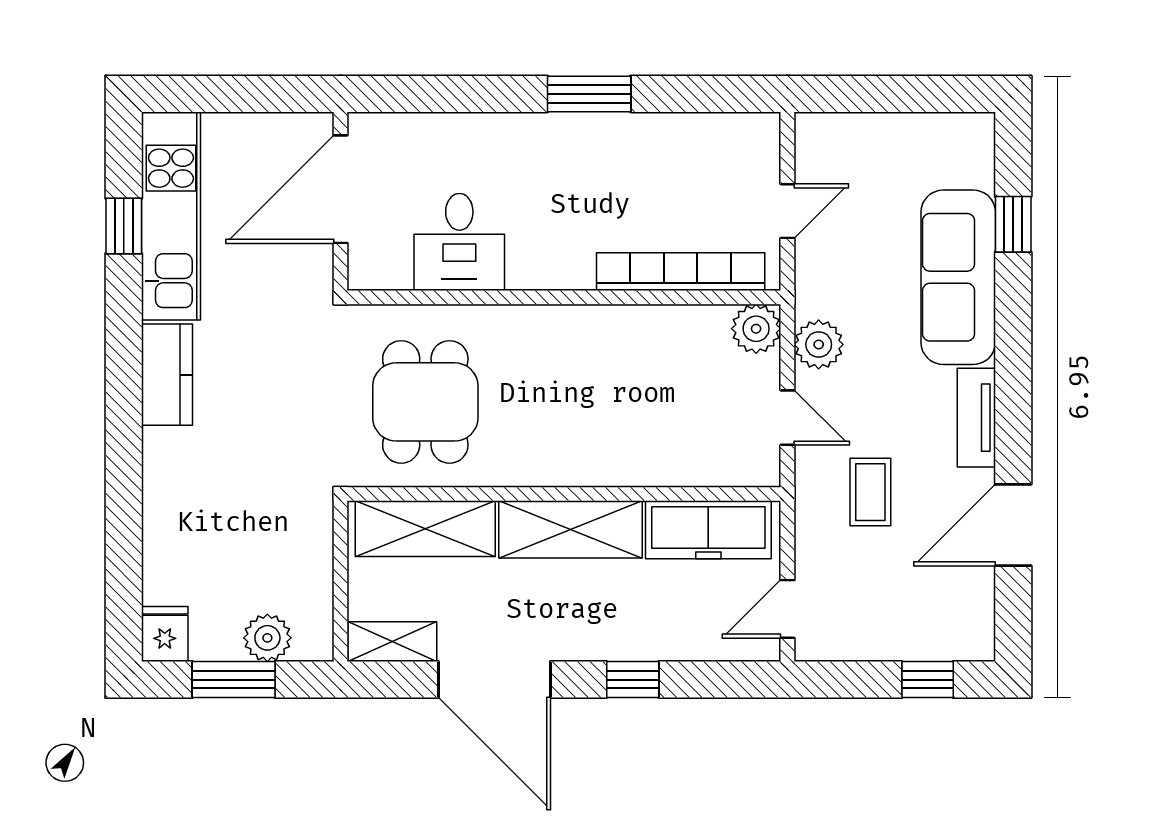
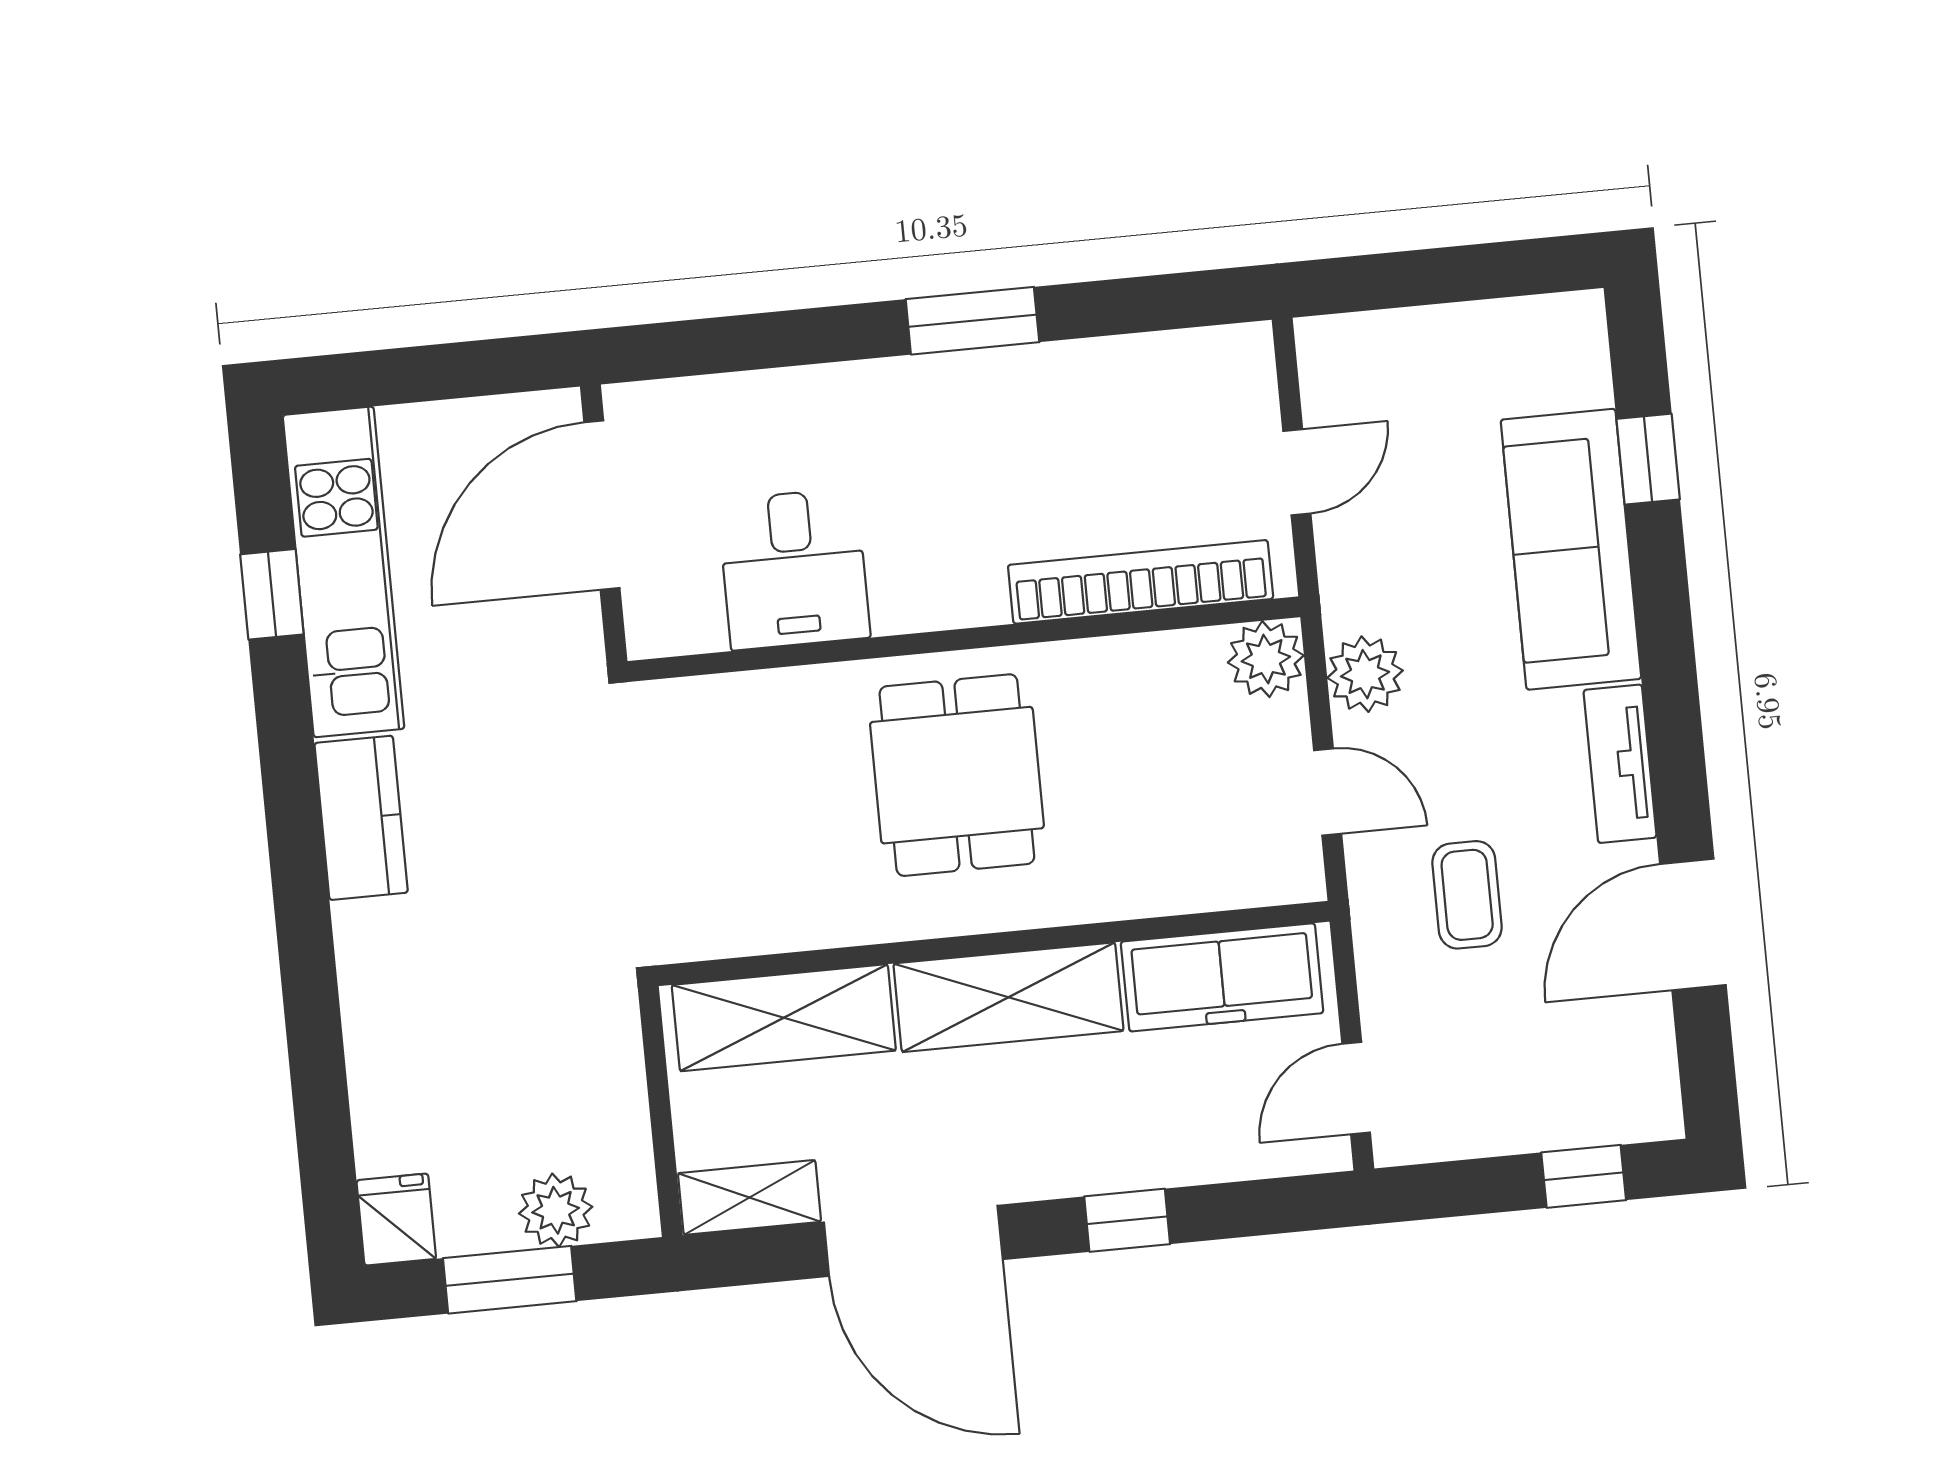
dining table: (425, 402) -> (957, 775), moved

